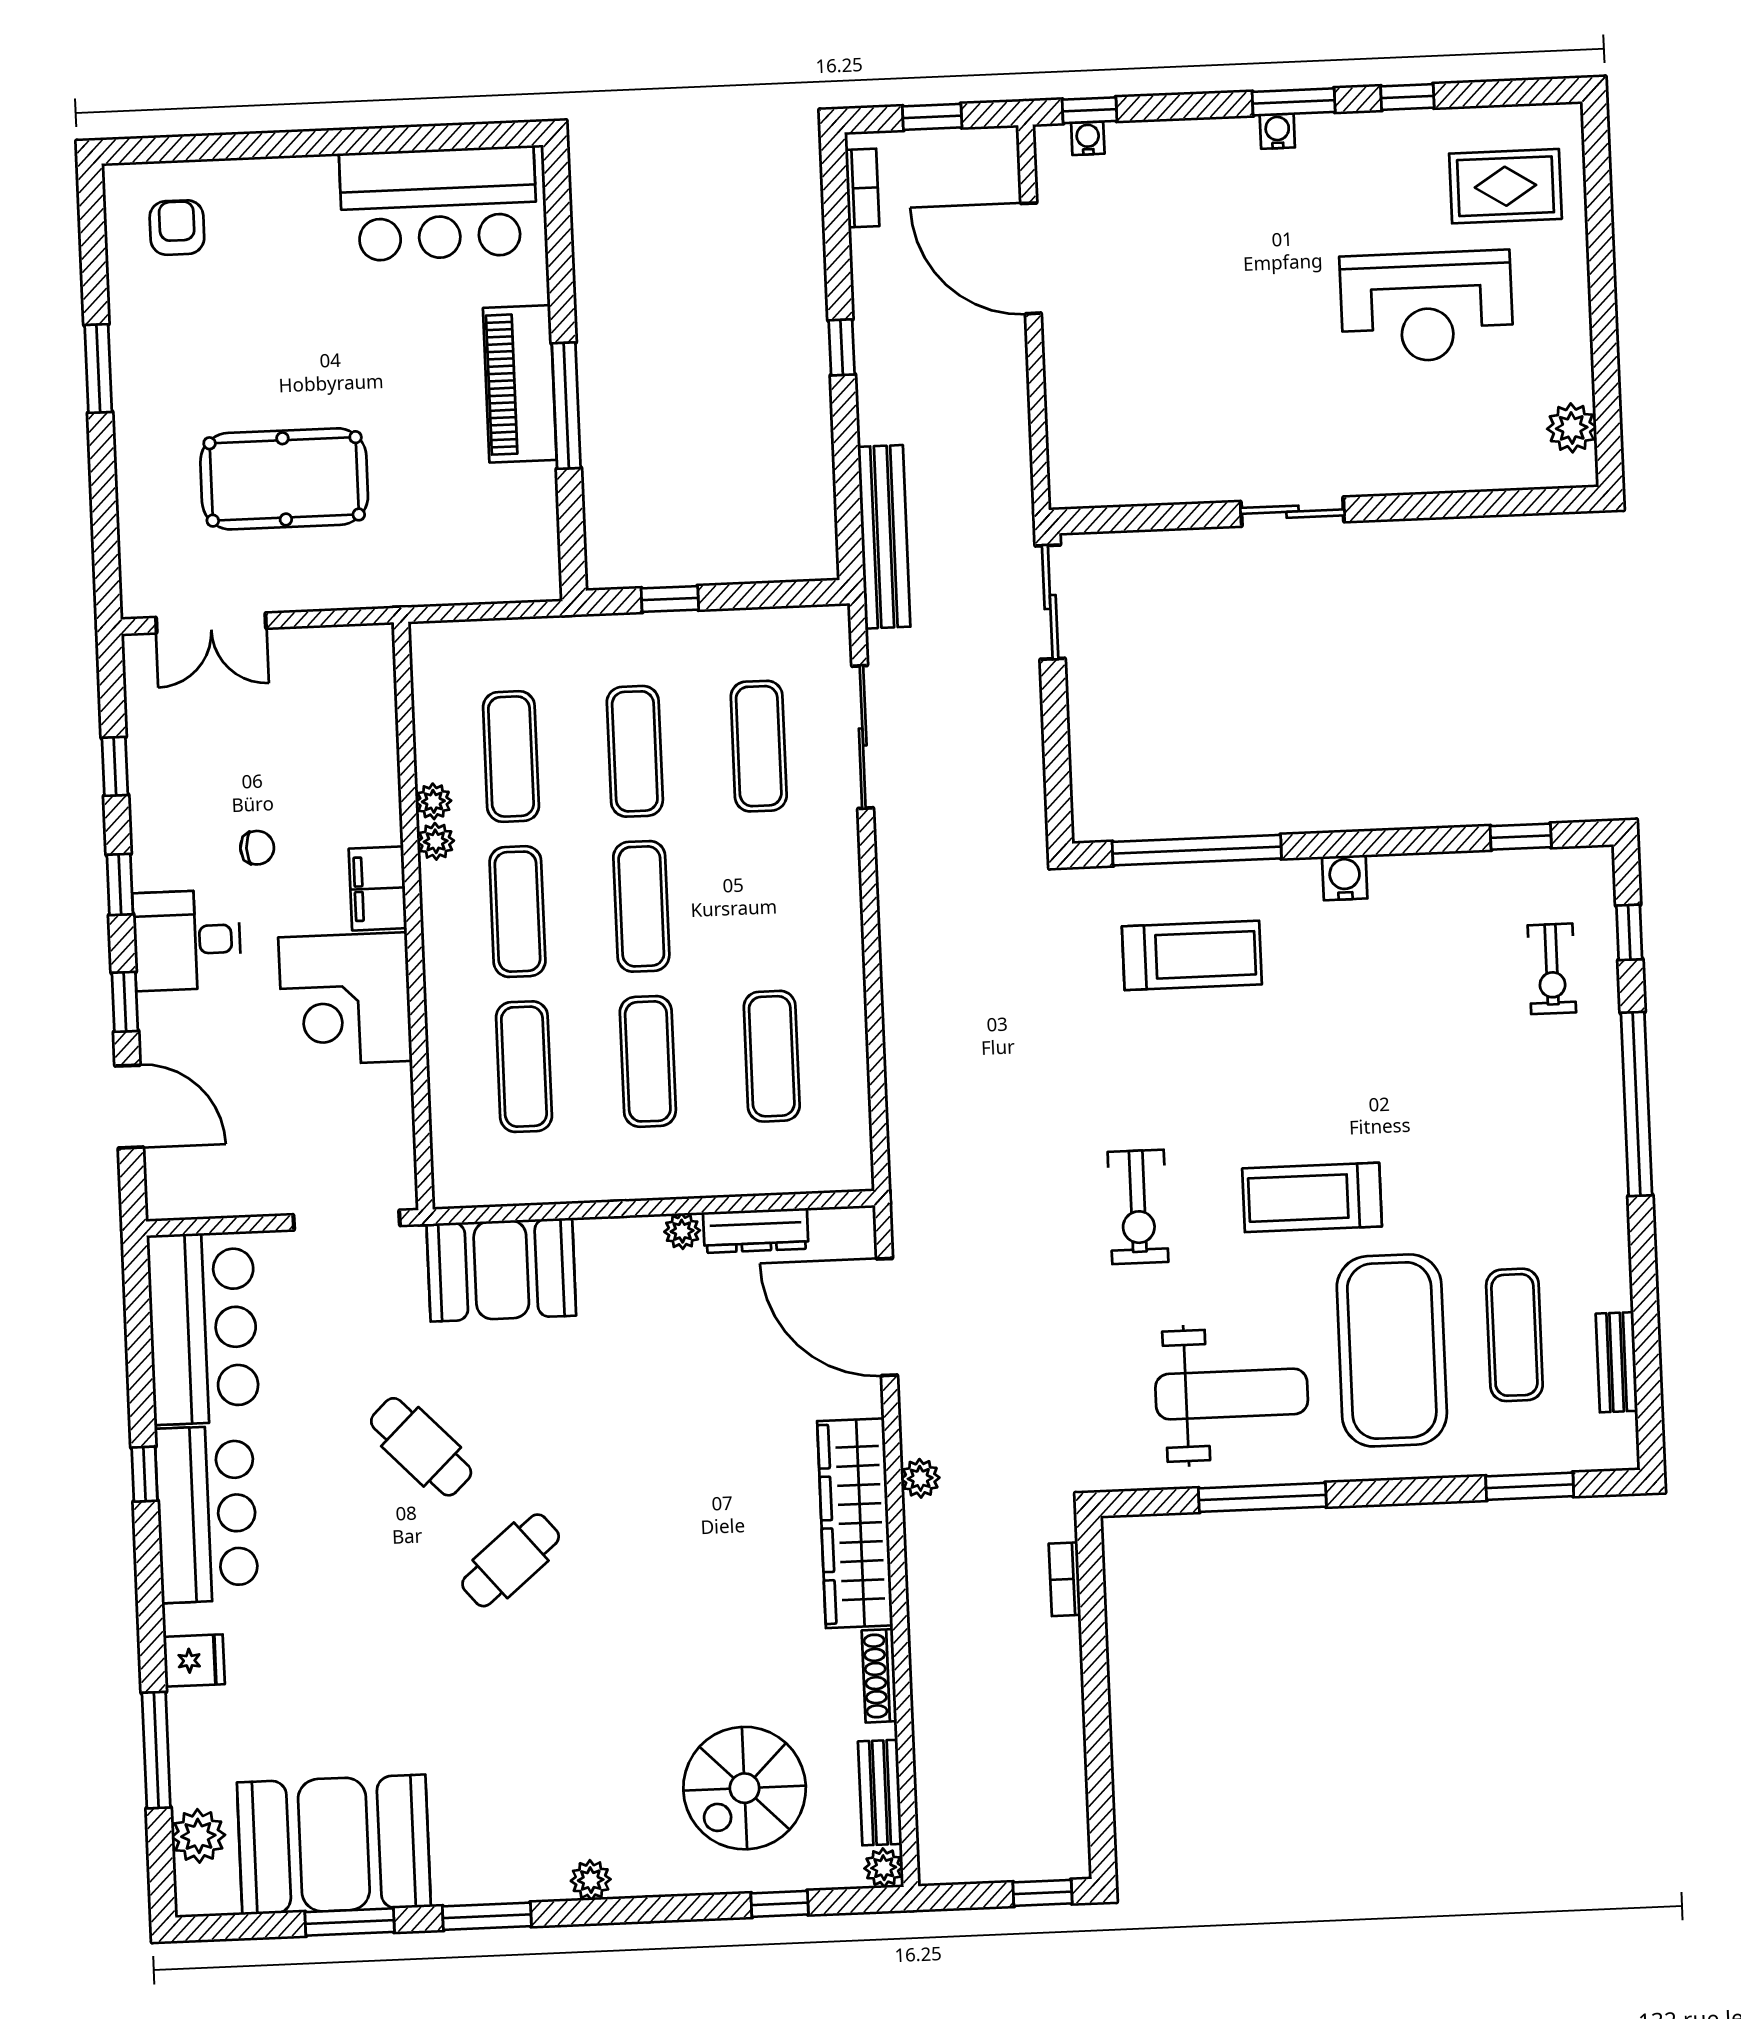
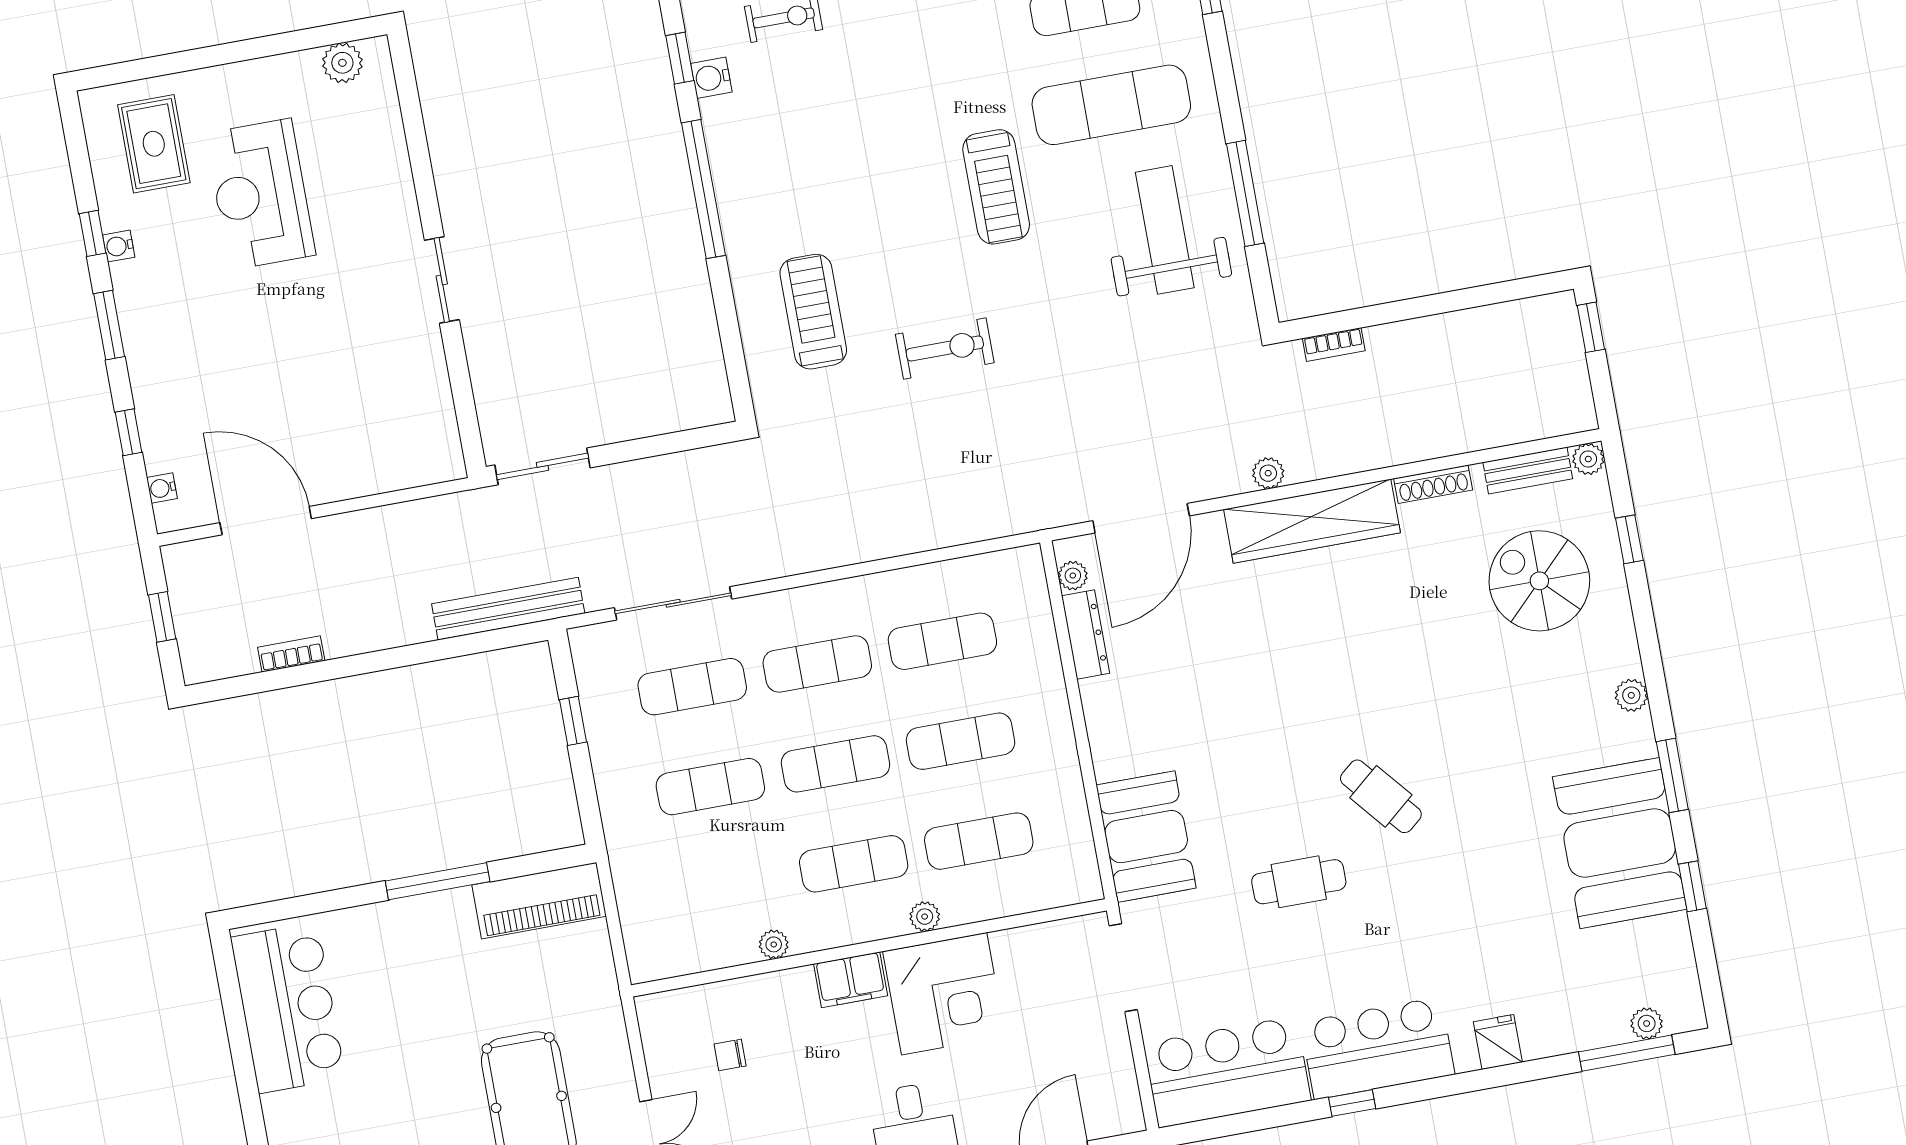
window: (1089, 110) -> (129, 432), moved
water cooler: (1277, 131) -> (119, 246), moved
bookcase: (862, 188) -> (291, 654), moved
door: (1031, 258) -> (266, 521), swing flipped
reception desk: (1427, 307) -> (260, 194), turned 180
window: (842, 347) -> (359, 664), removed
piano: (520, 384) -> (539, 901), moved
window: (670, 599) -> (573, 721), moved
exercise mat: (511, 756) -> (817, 664), moved
plant: (436, 841) -> (925, 917), moved
chair: (257, 848) -> (730, 1055), moved, turned -90
window: (1197, 850) -> (704, 189), moved
water cooler: (1345, 878) -> (711, 78), moved
exercise bike: (1138, 1207) -> (945, 348), moved
plant: (682, 1231) -> (1073, 576), moved
exercise mat: (1392, 1350) -> (1111, 105), width x0.68
cafe table: (421, 1447) -> (1299, 882), turned 44
window: (156, 1750) -> (1627, 1053), moved
spiral stairs: (745, 1788) -> (1539, 581), turned 180
plant: (198, 1836) -> (1647, 1023), width x0.73, depth x0.73
booth: (334, 1845) -> (1620, 843), moved
window: (350, 1922) -> (1692, 886), width x0.67

